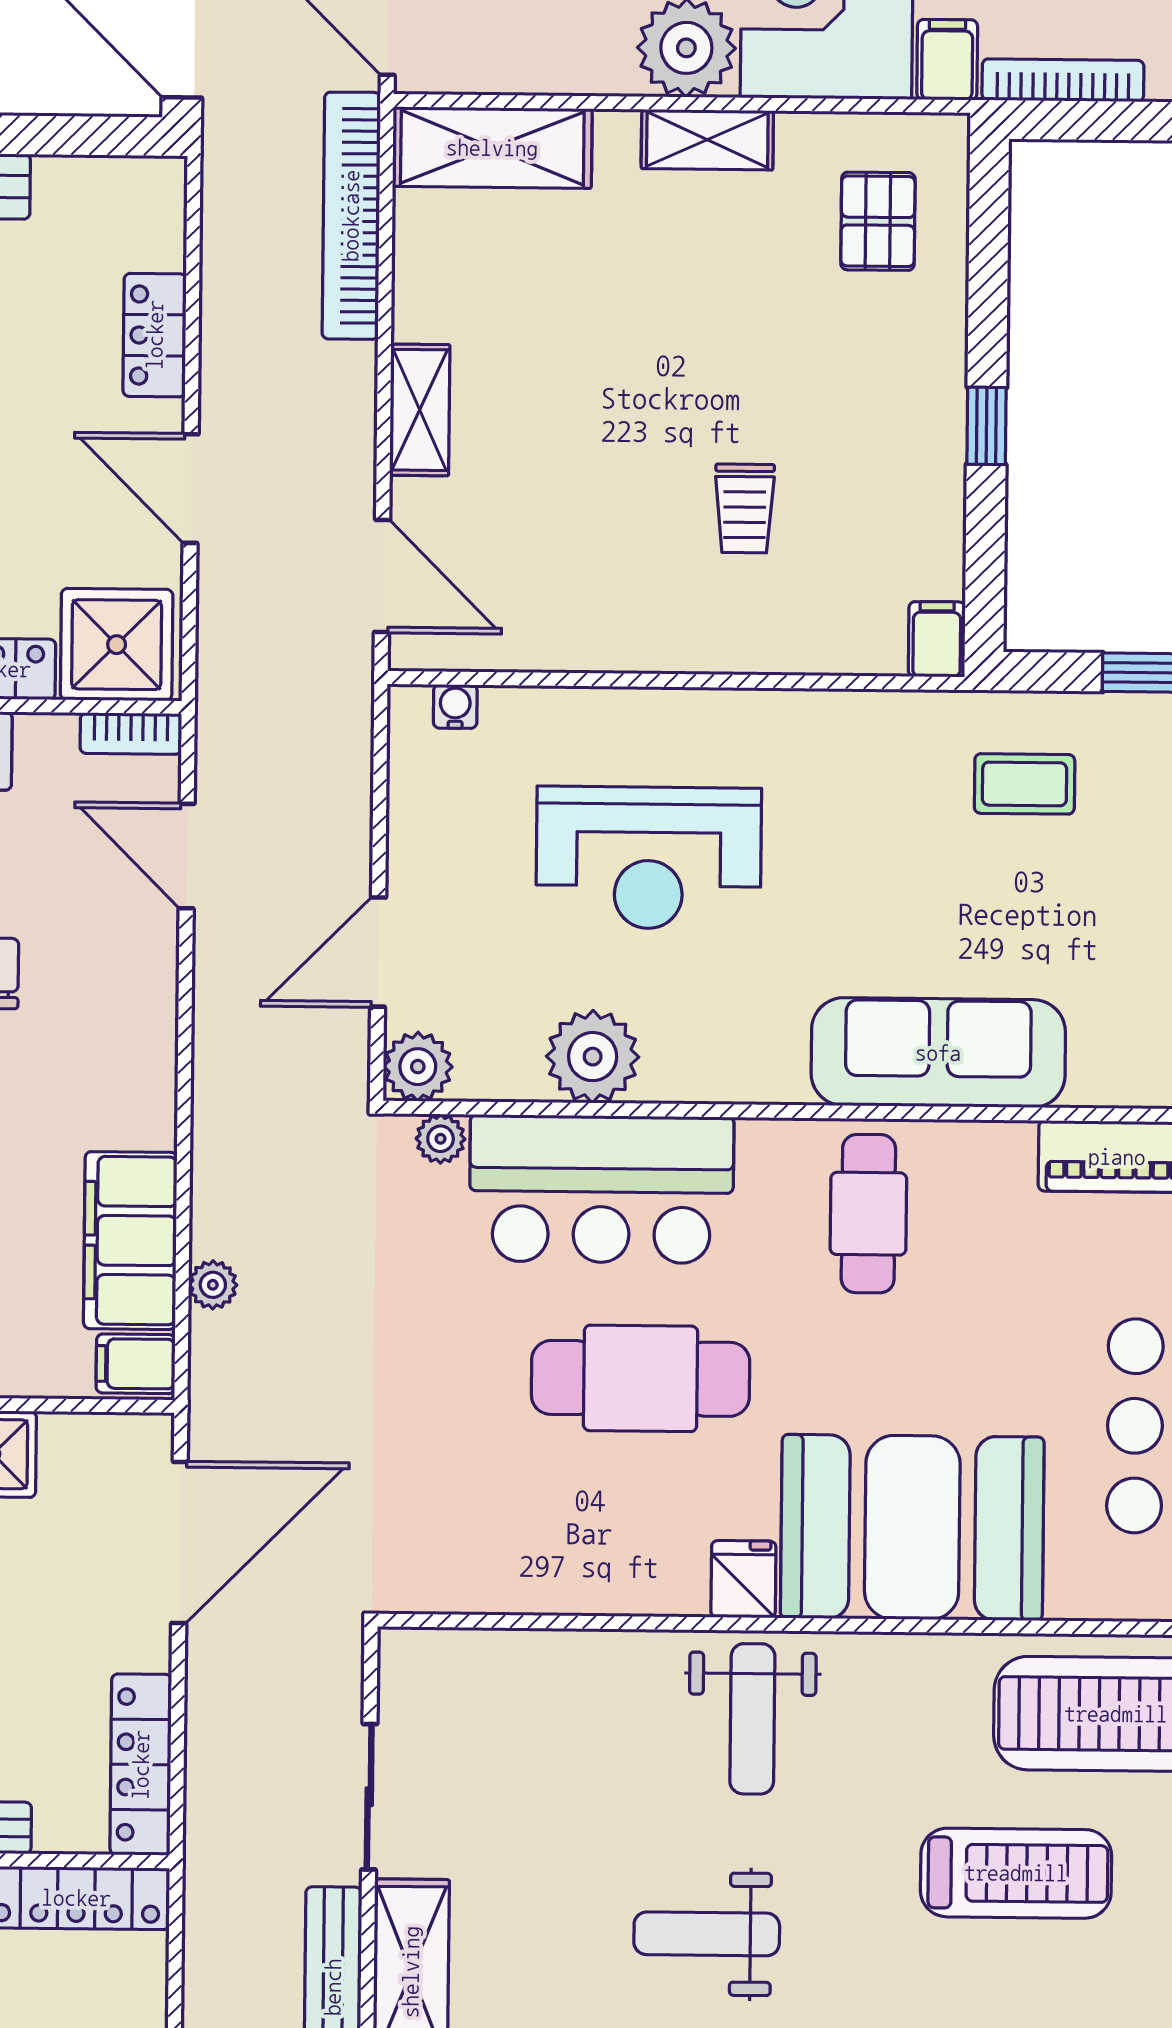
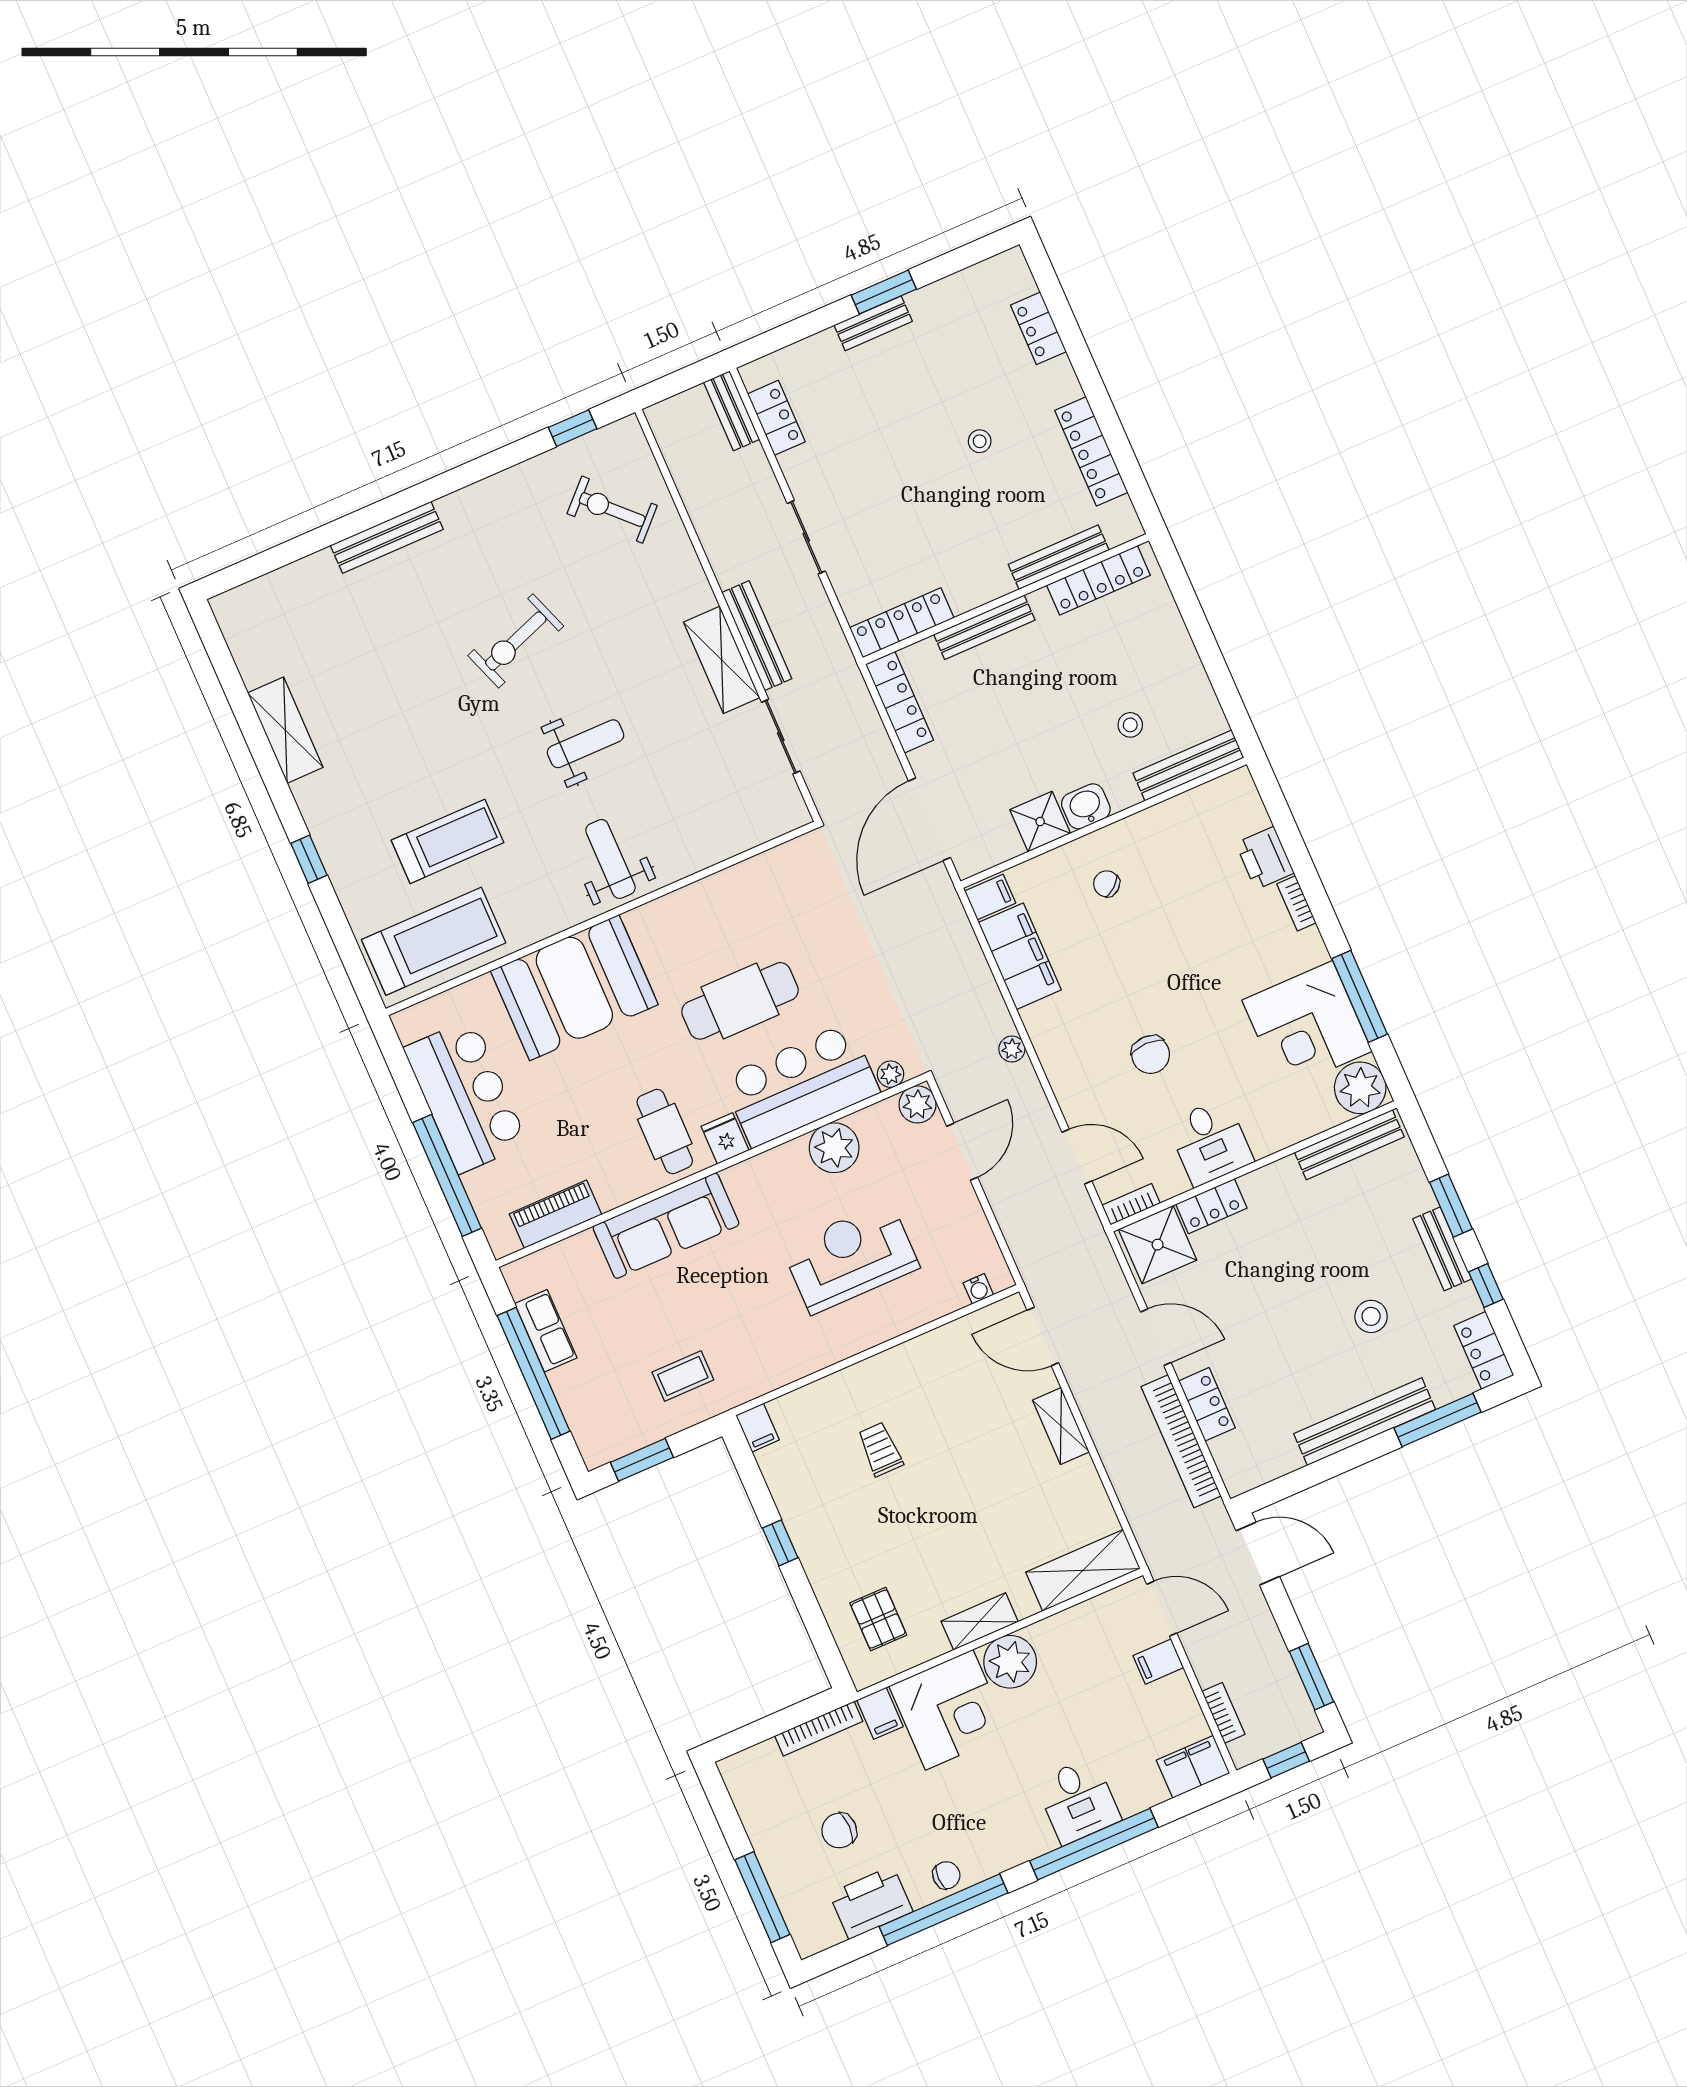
bookcase: (351, 216) -> (1181, 1441), moved, turned 180
plant: (213, 1285) -> (1012, 1049), moved
fridge: (743, 1579) -> (725, 1138), moved, turned 180
treadmill: (1016, 1873) -> (448, 841), turned 180

